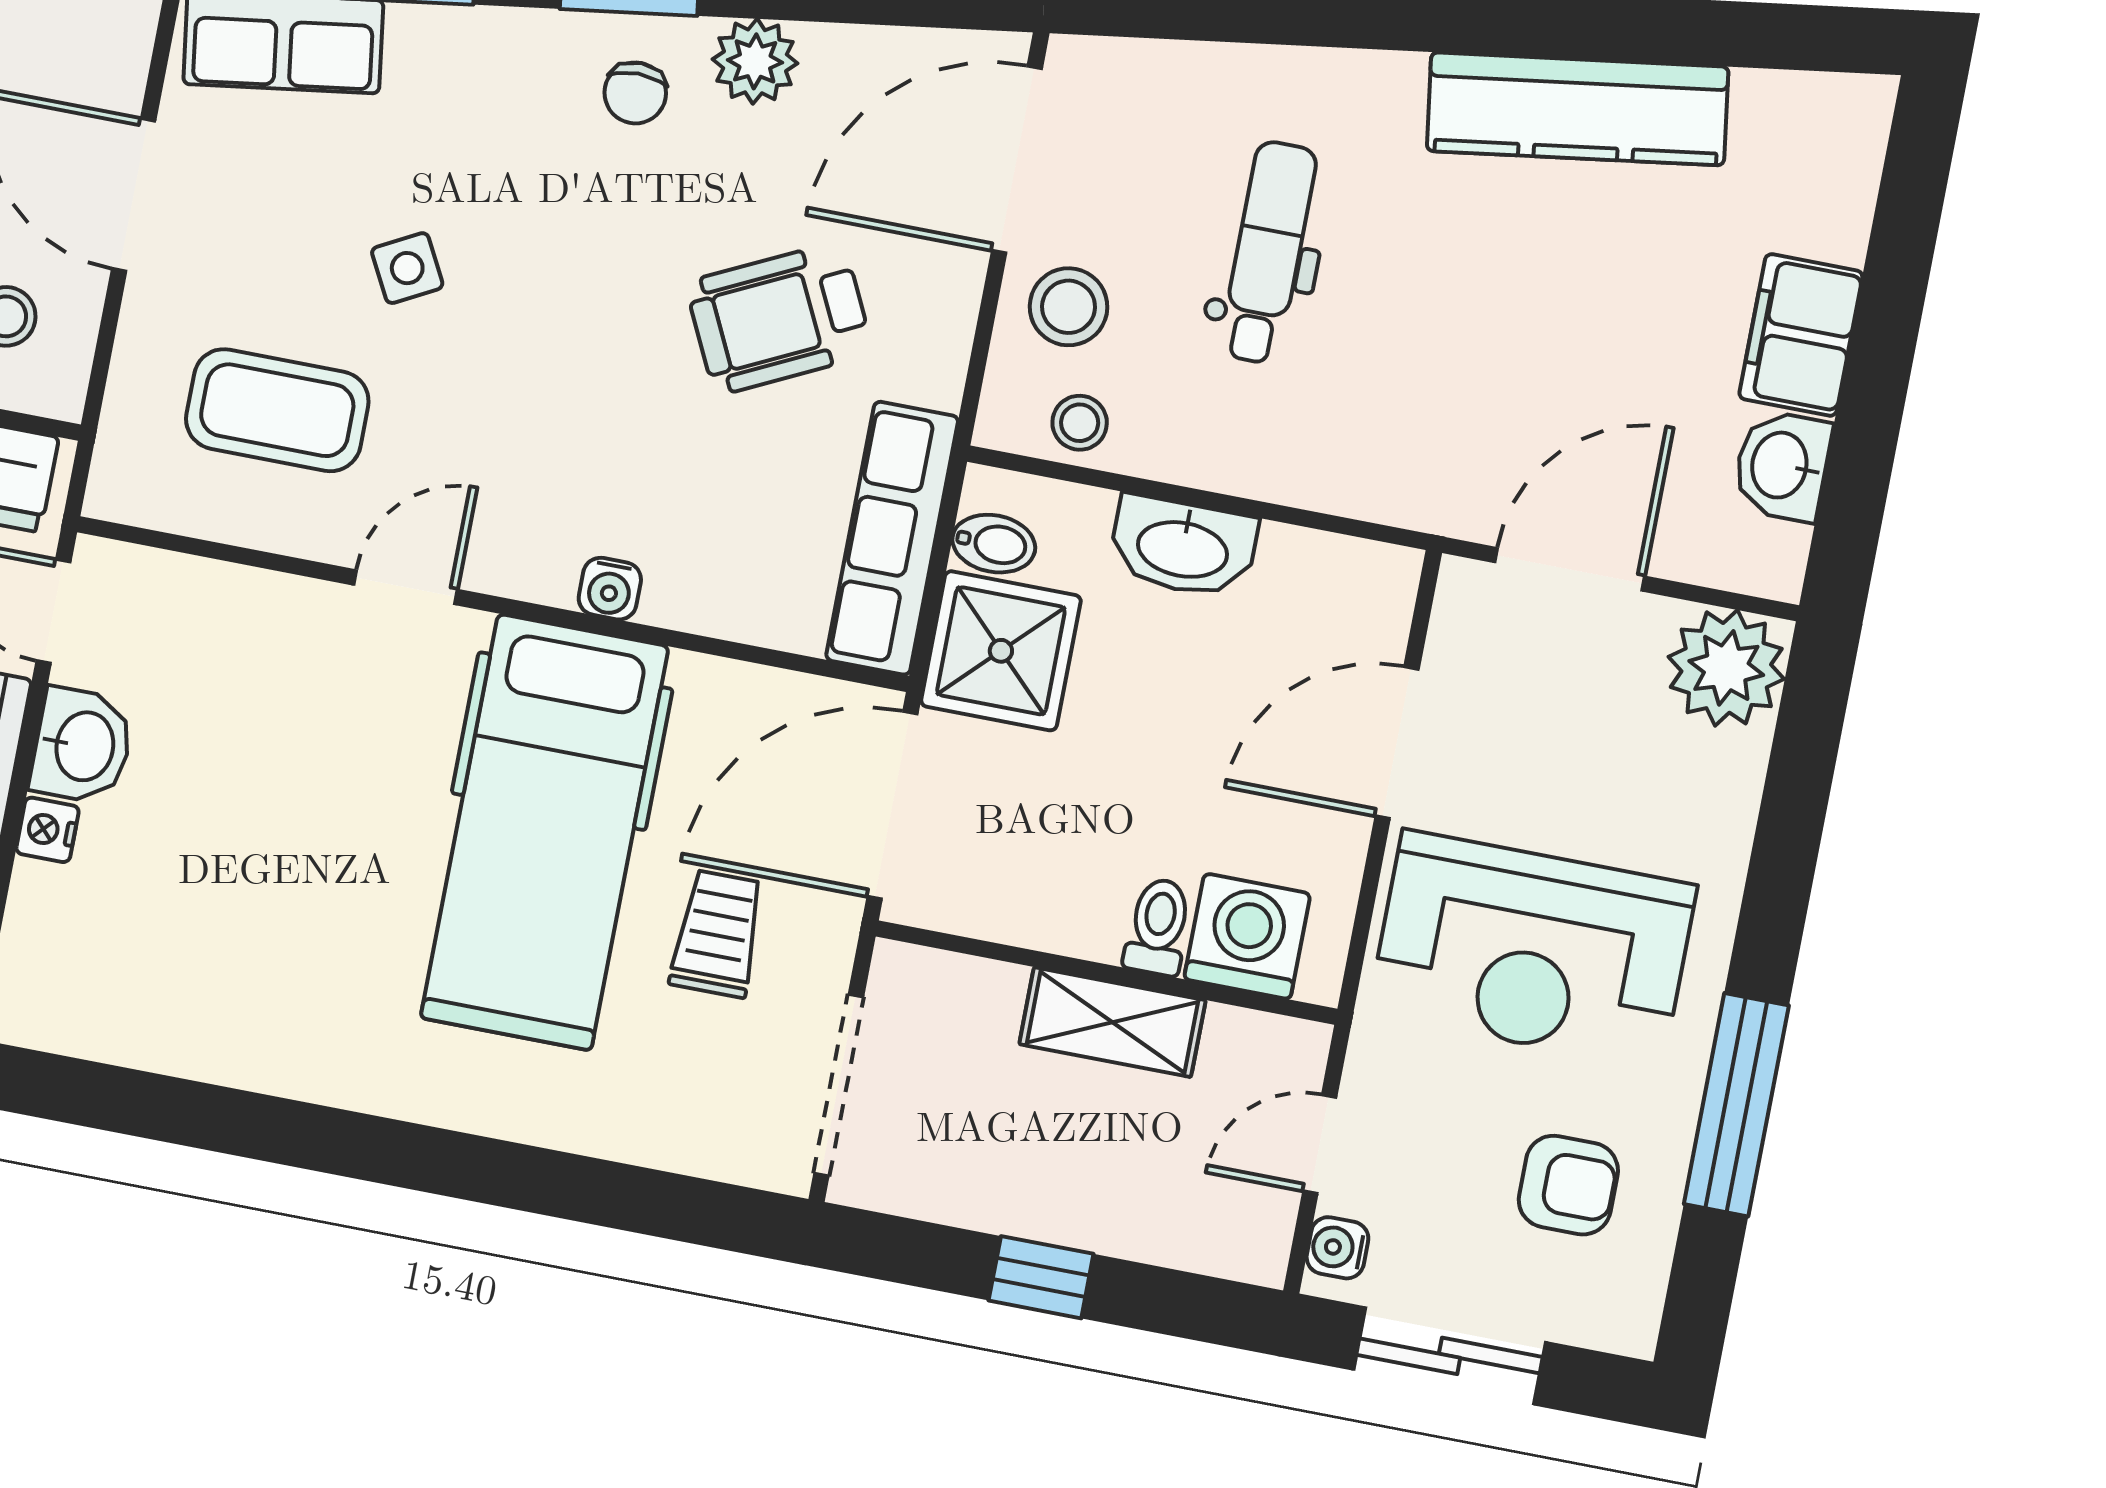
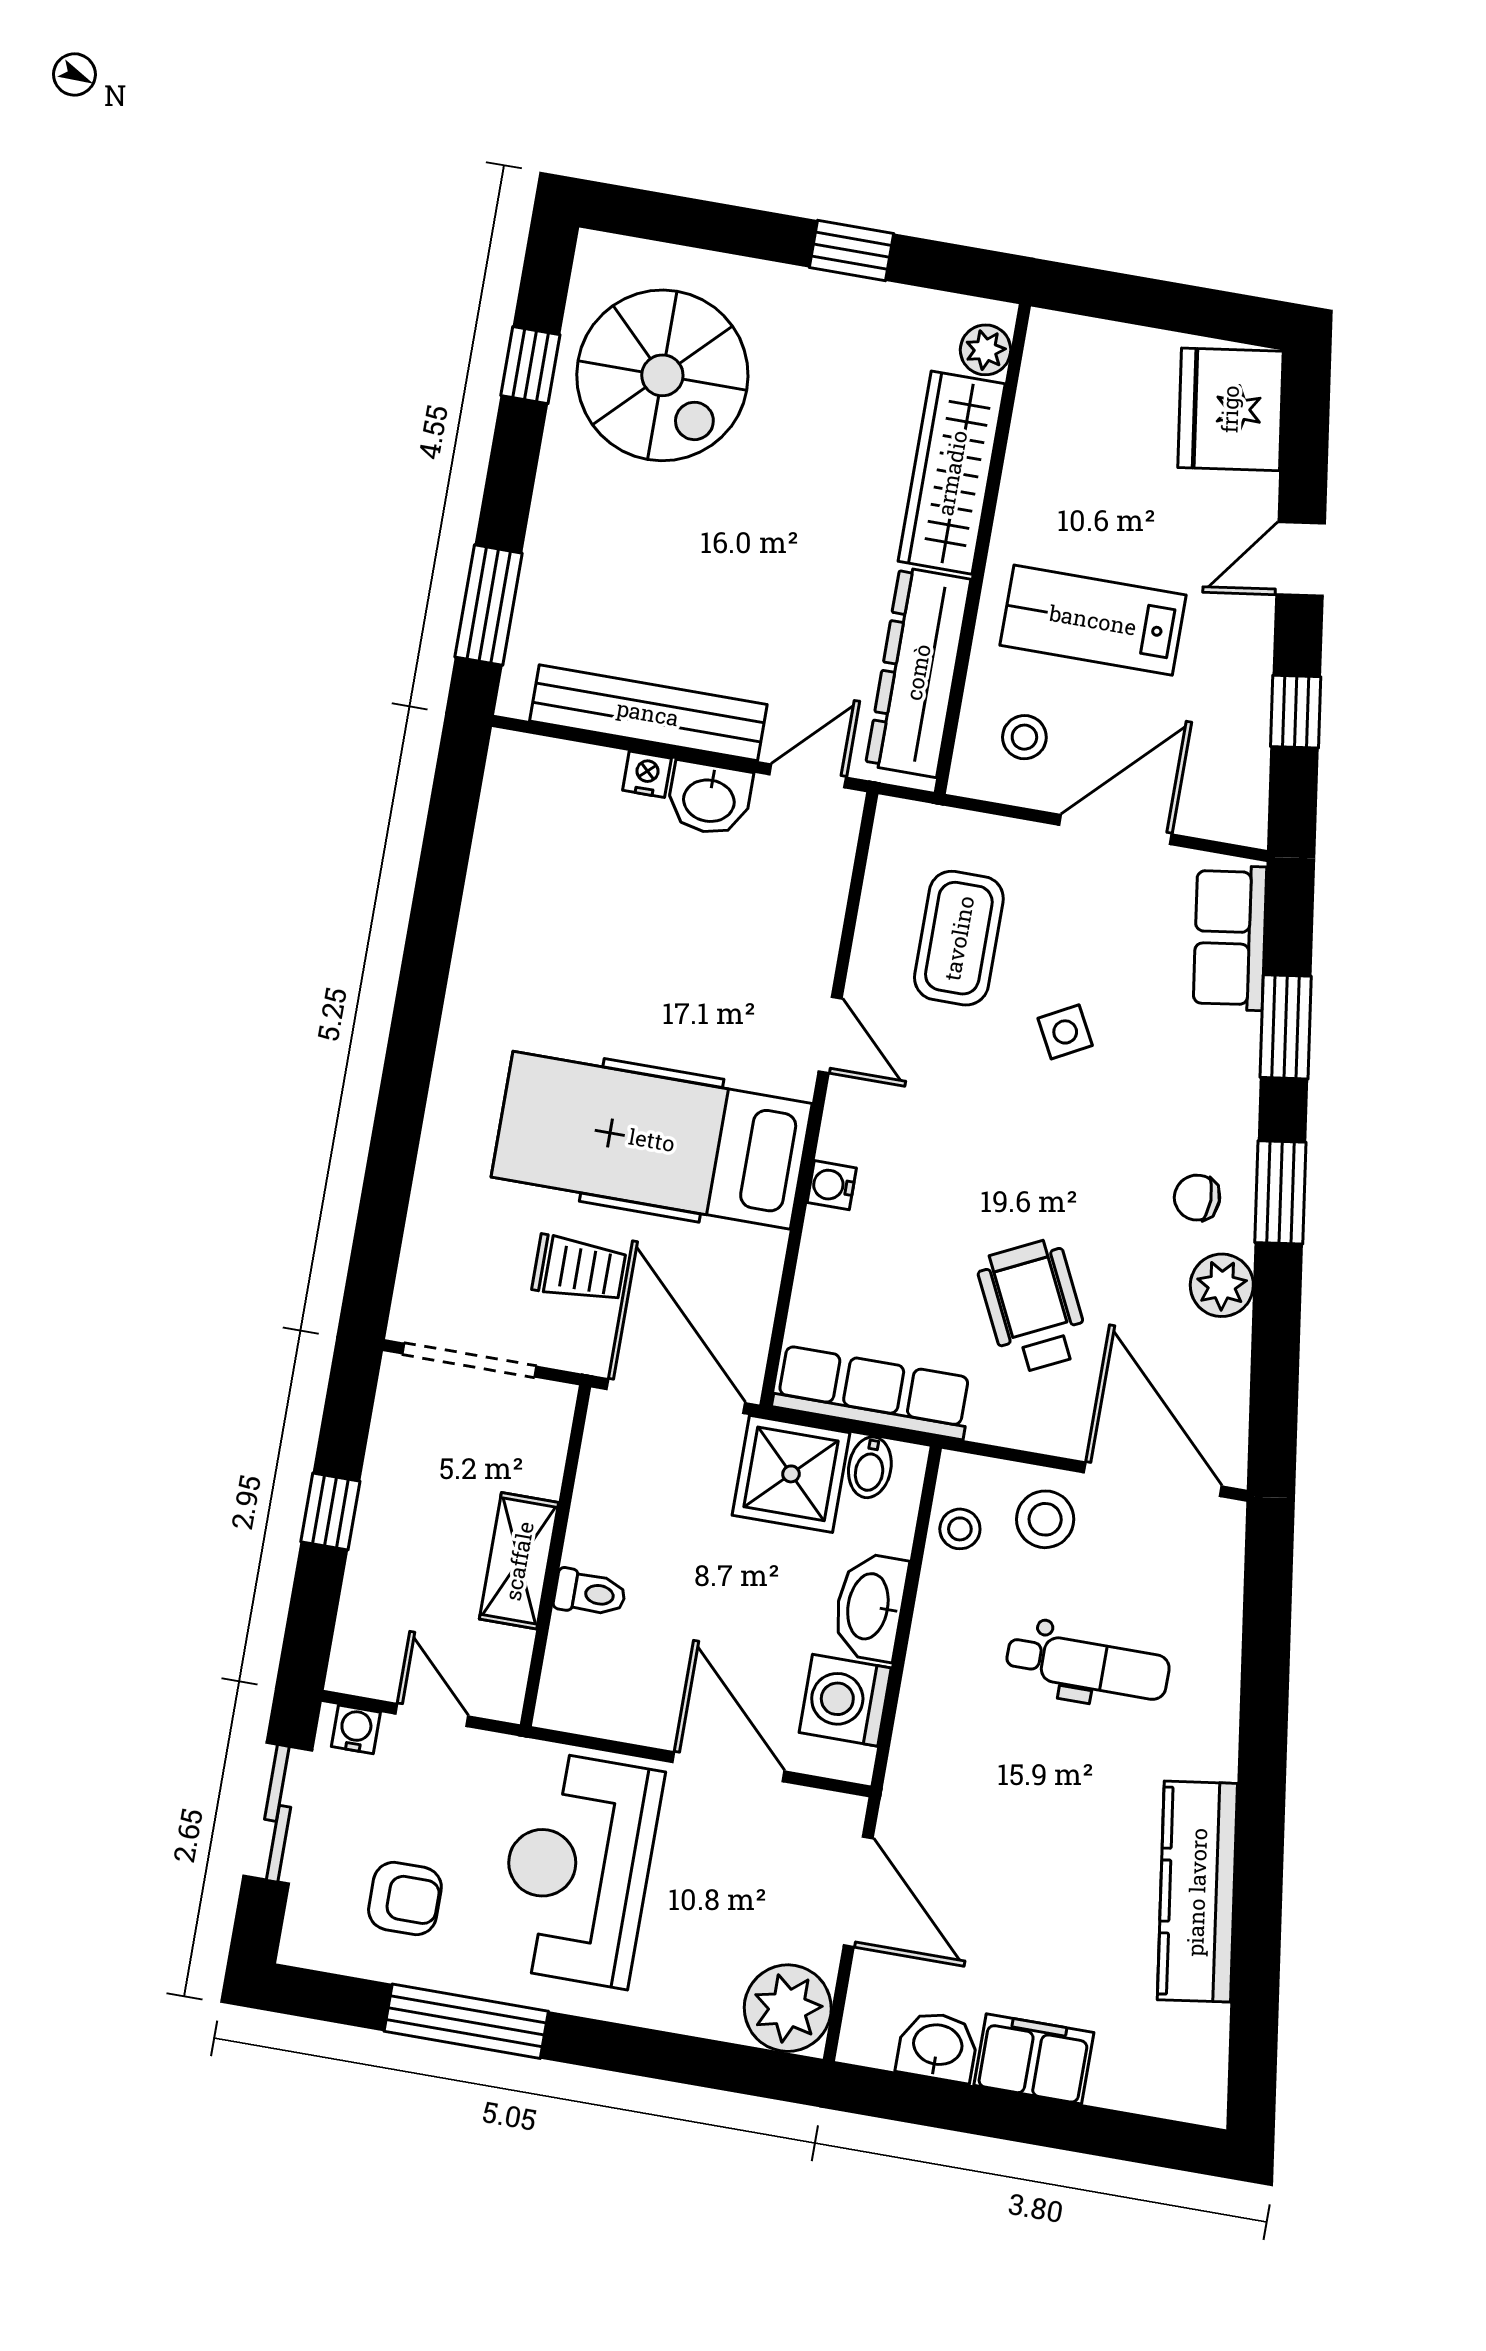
washing machine: (1247, 936) -> (845, 1700), moved, turned 180
armchair: (1568, 1185) -> (405, 1899), turned -90

